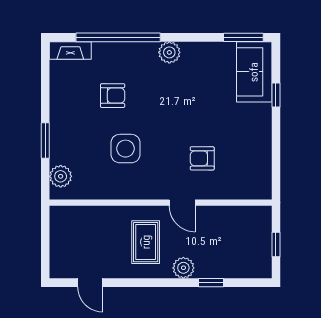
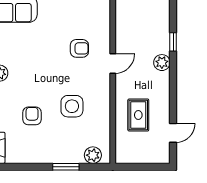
armchair: (202, 158) -> (79, 48), turned -90
rug: (146, 242) -> (138, 115), moved, turned 90

